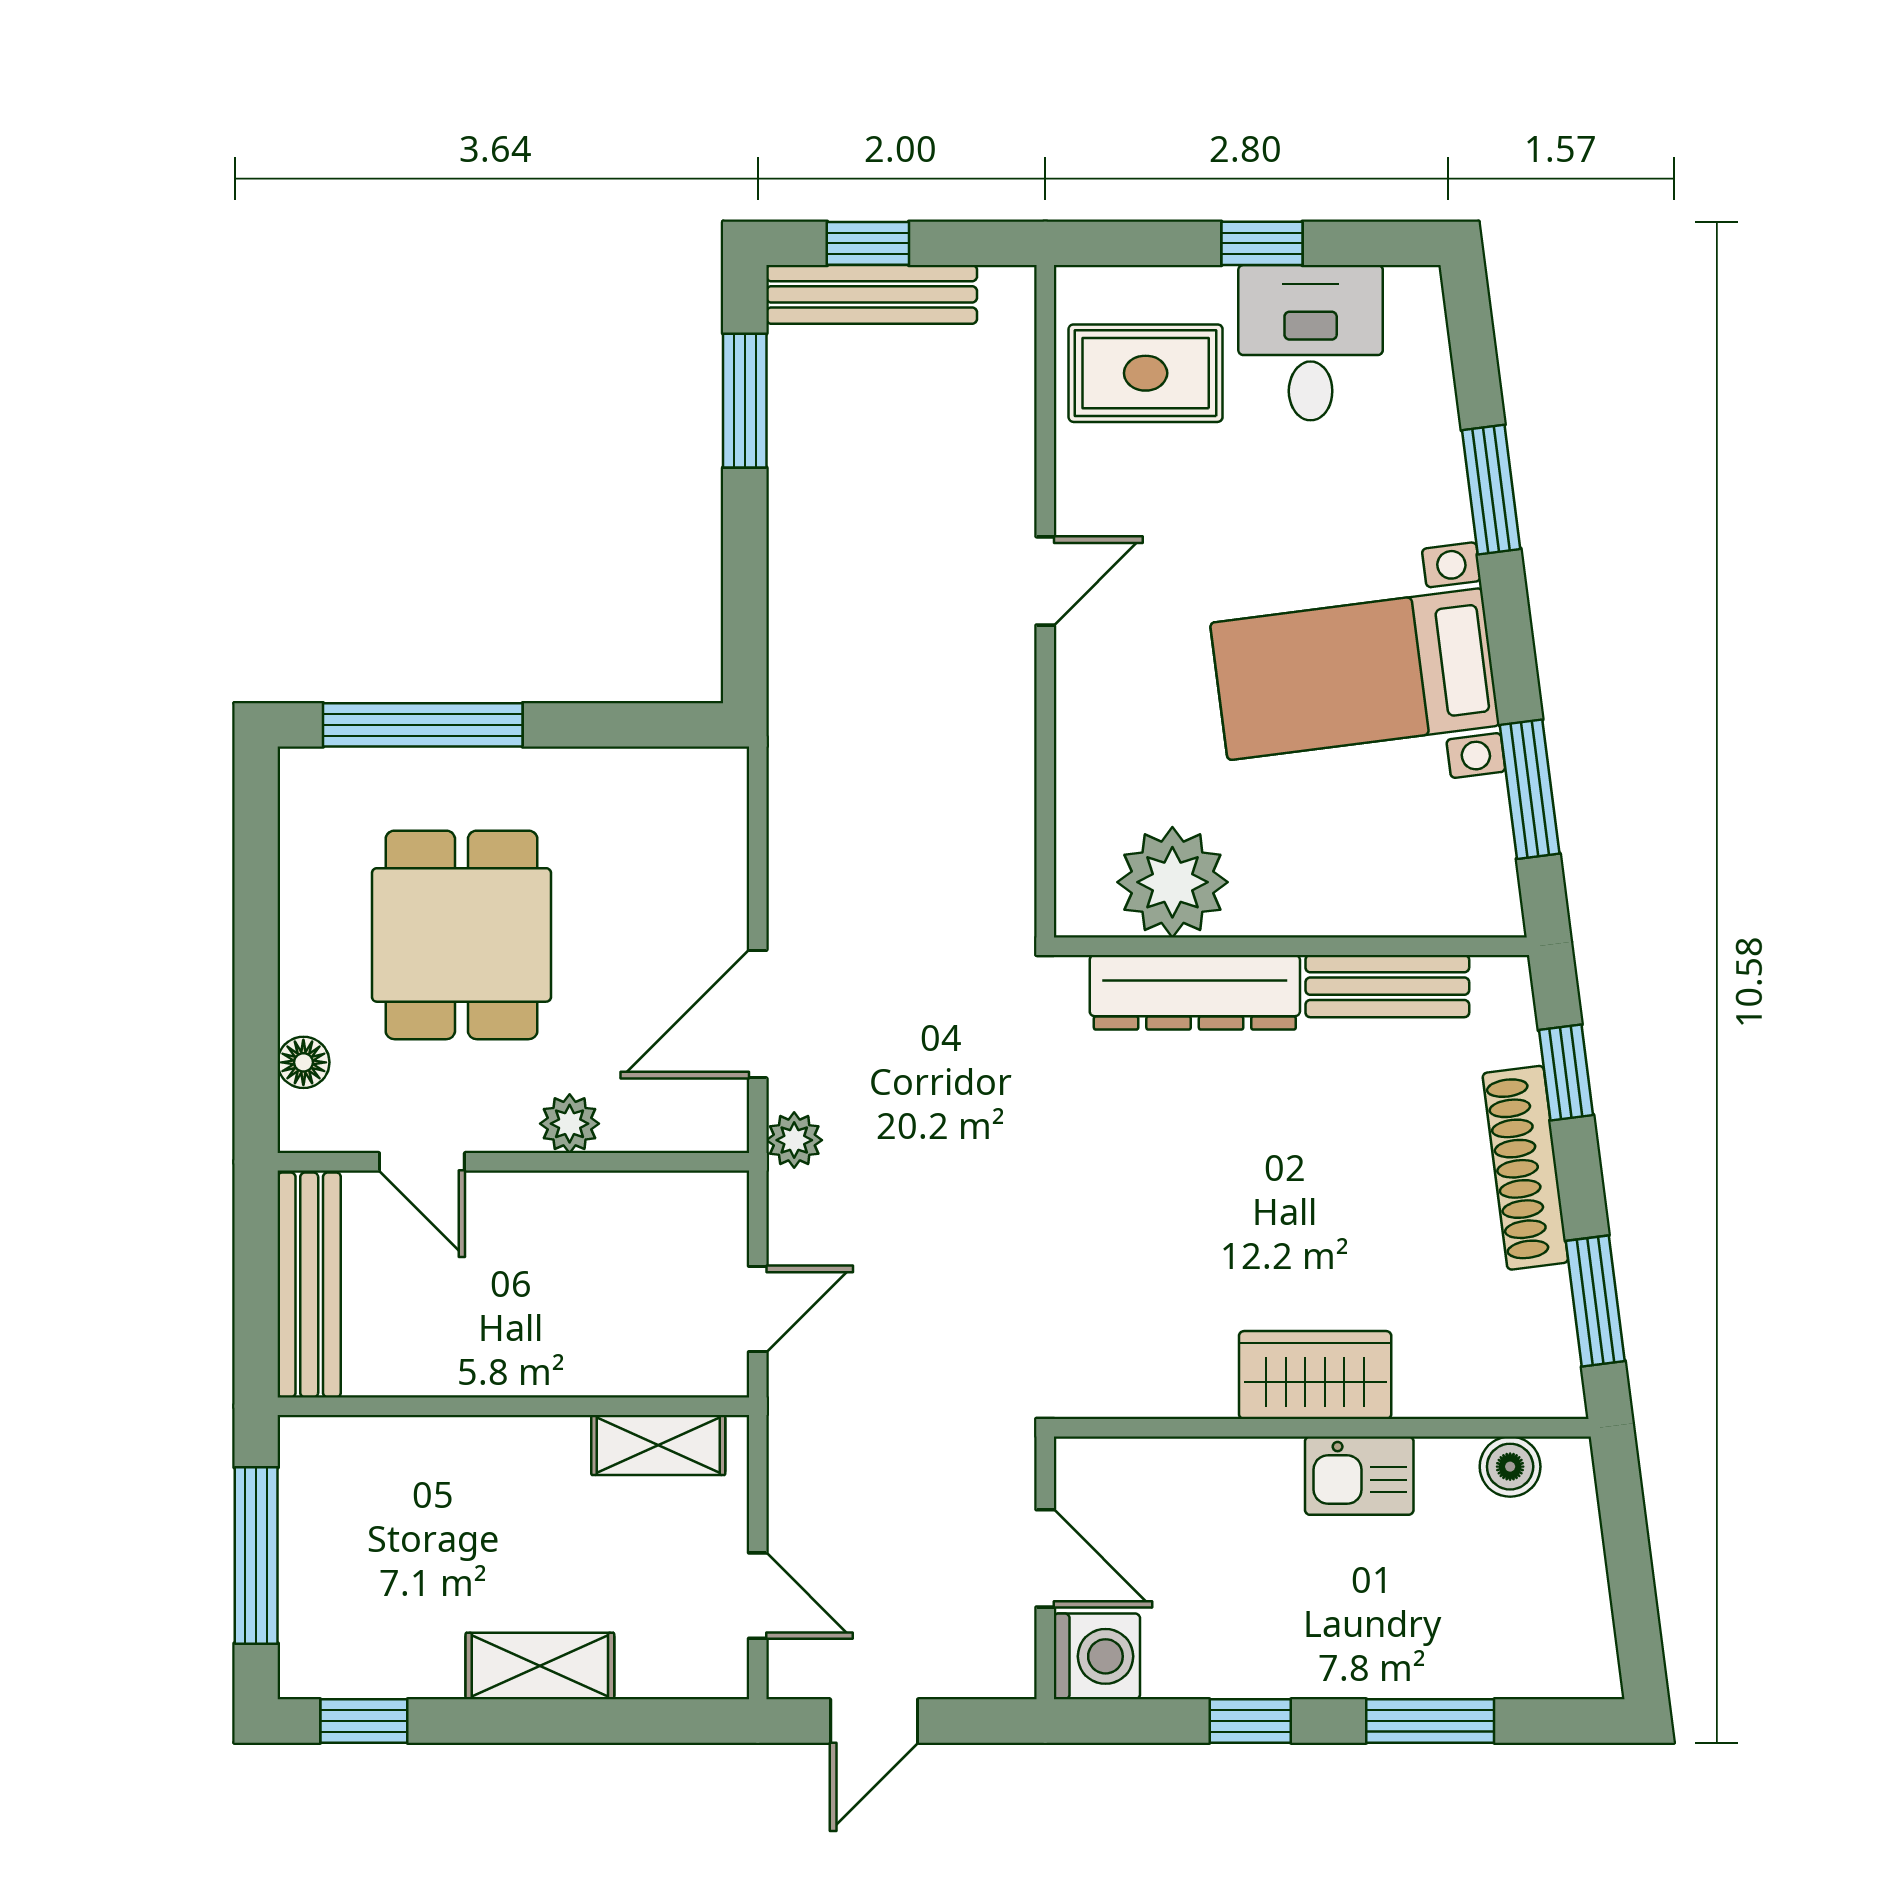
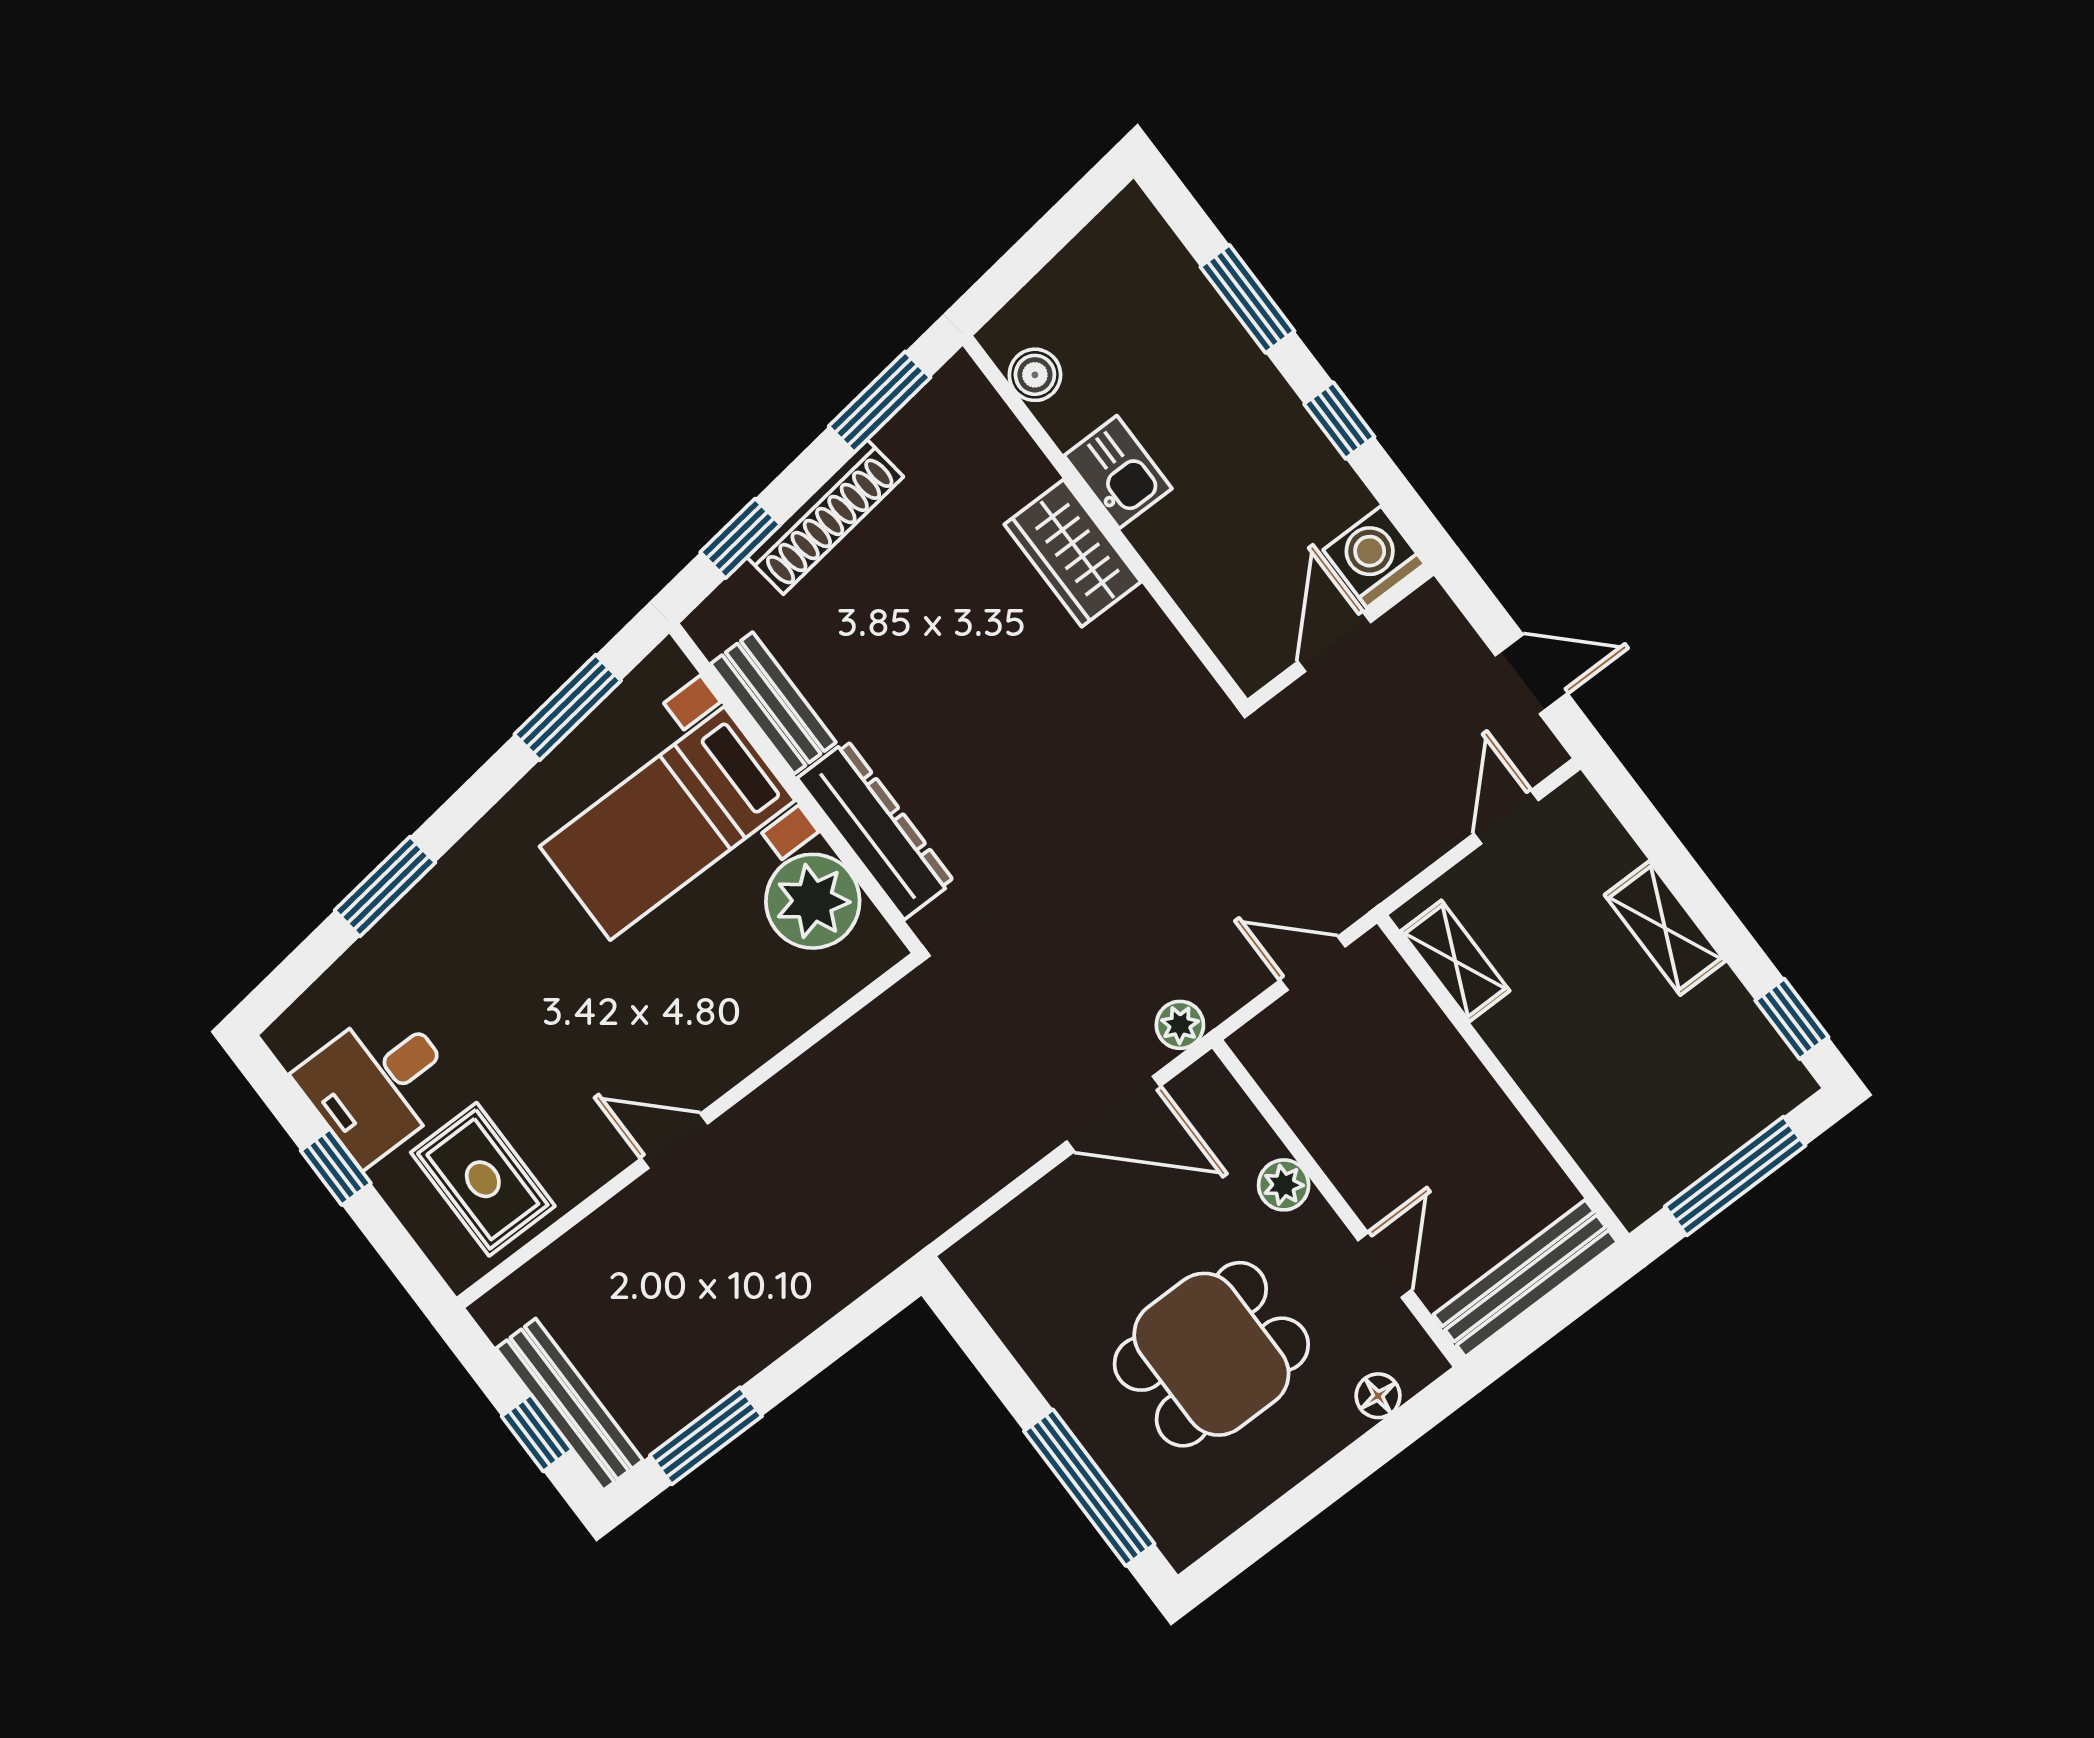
bed with nightstands: (1355, 674) -> (667, 823), moved, turned 97

